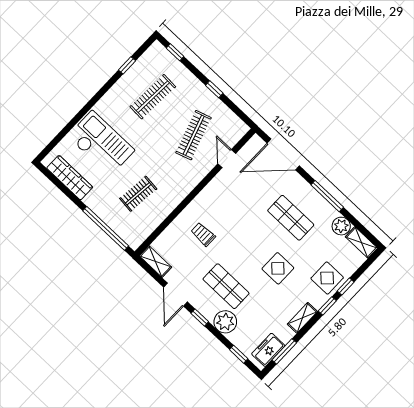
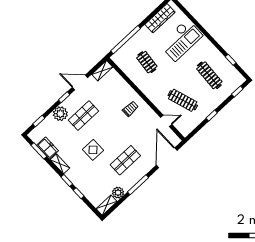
trolley: (203, 234) -> (130, 109), moved
display table: (327, 278) -> (85, 181), removed
freezer: (268, 350) -> (48, 148), moved

